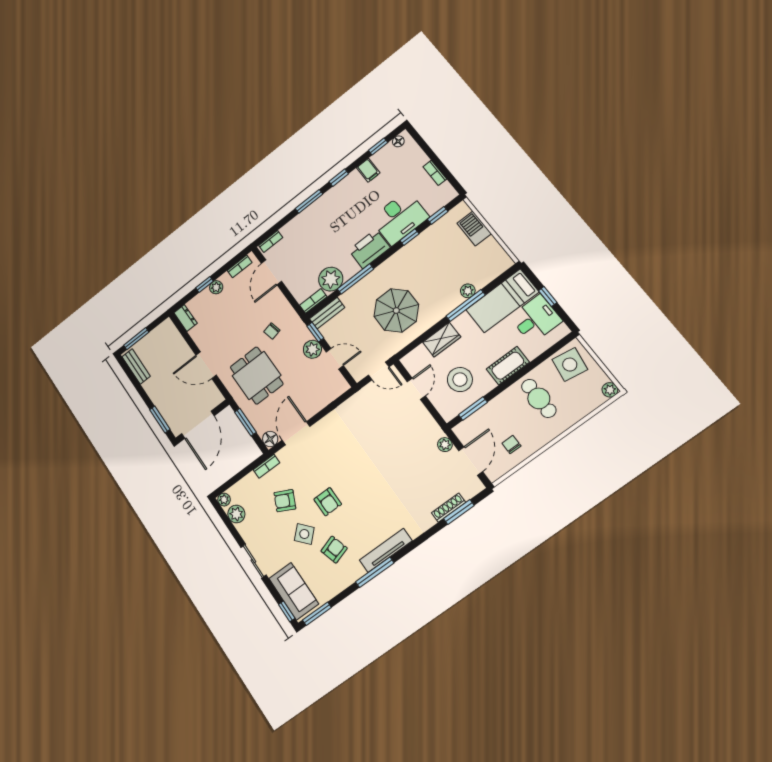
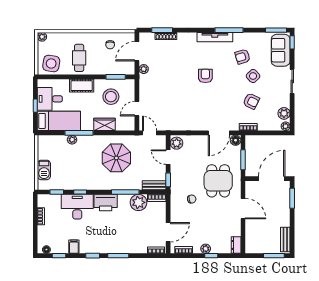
plant: (312, 349) -> (177, 143), moved
armchair: (328, 502) -> (205, 76), moved

